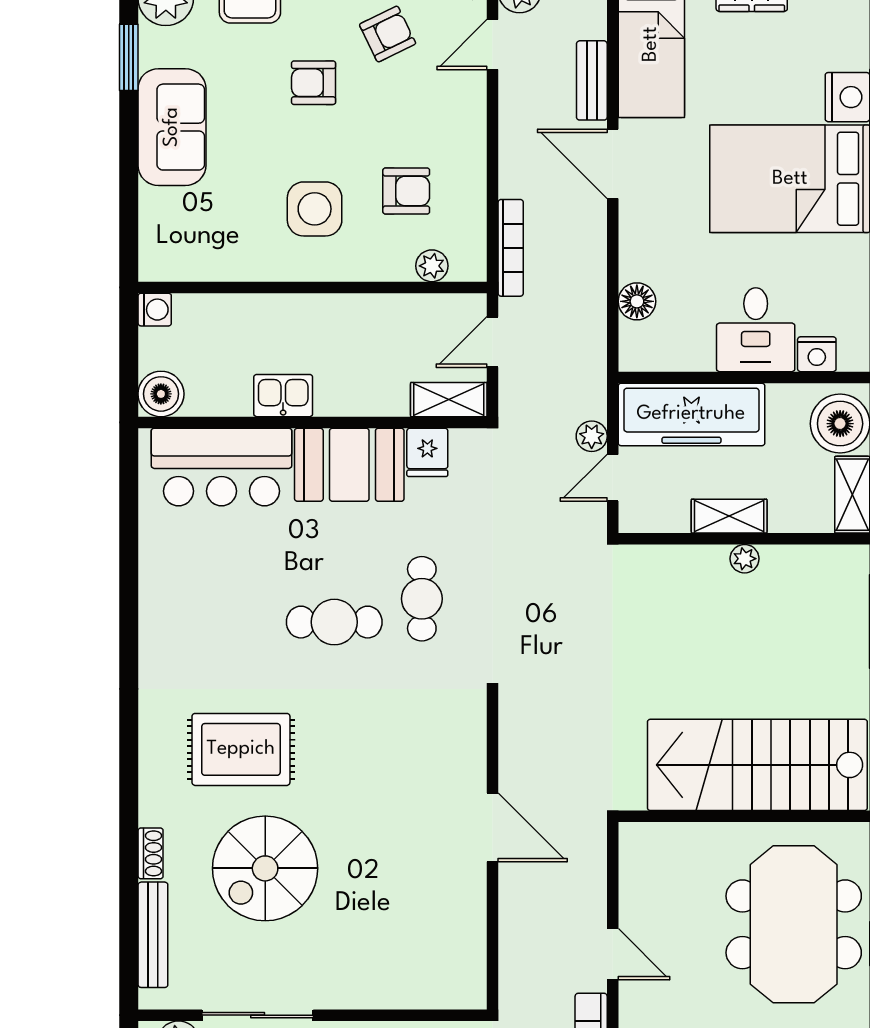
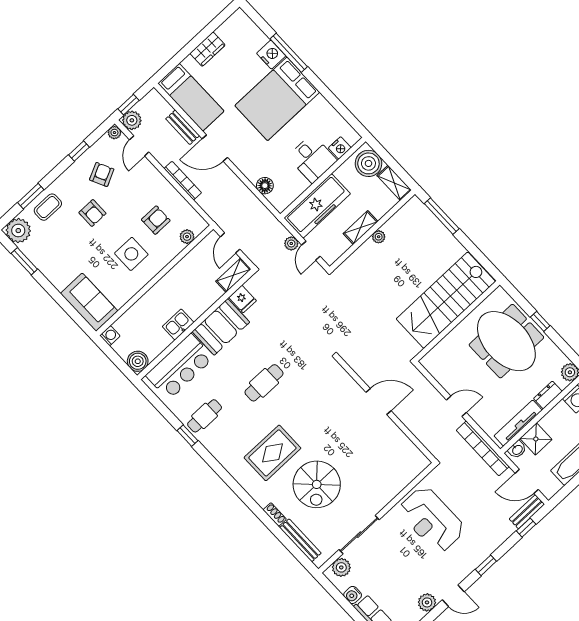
armchair: (314, 83) -> (92, 213), turned -90
sofa: (172, 127) -> (89, 302), moved
bookcase: (511, 248) -> (183, 181), moved
window: (129, 591) -> (187, 436), added
cafe table: (422, 599) -> (205, 416), moved, turned 90

